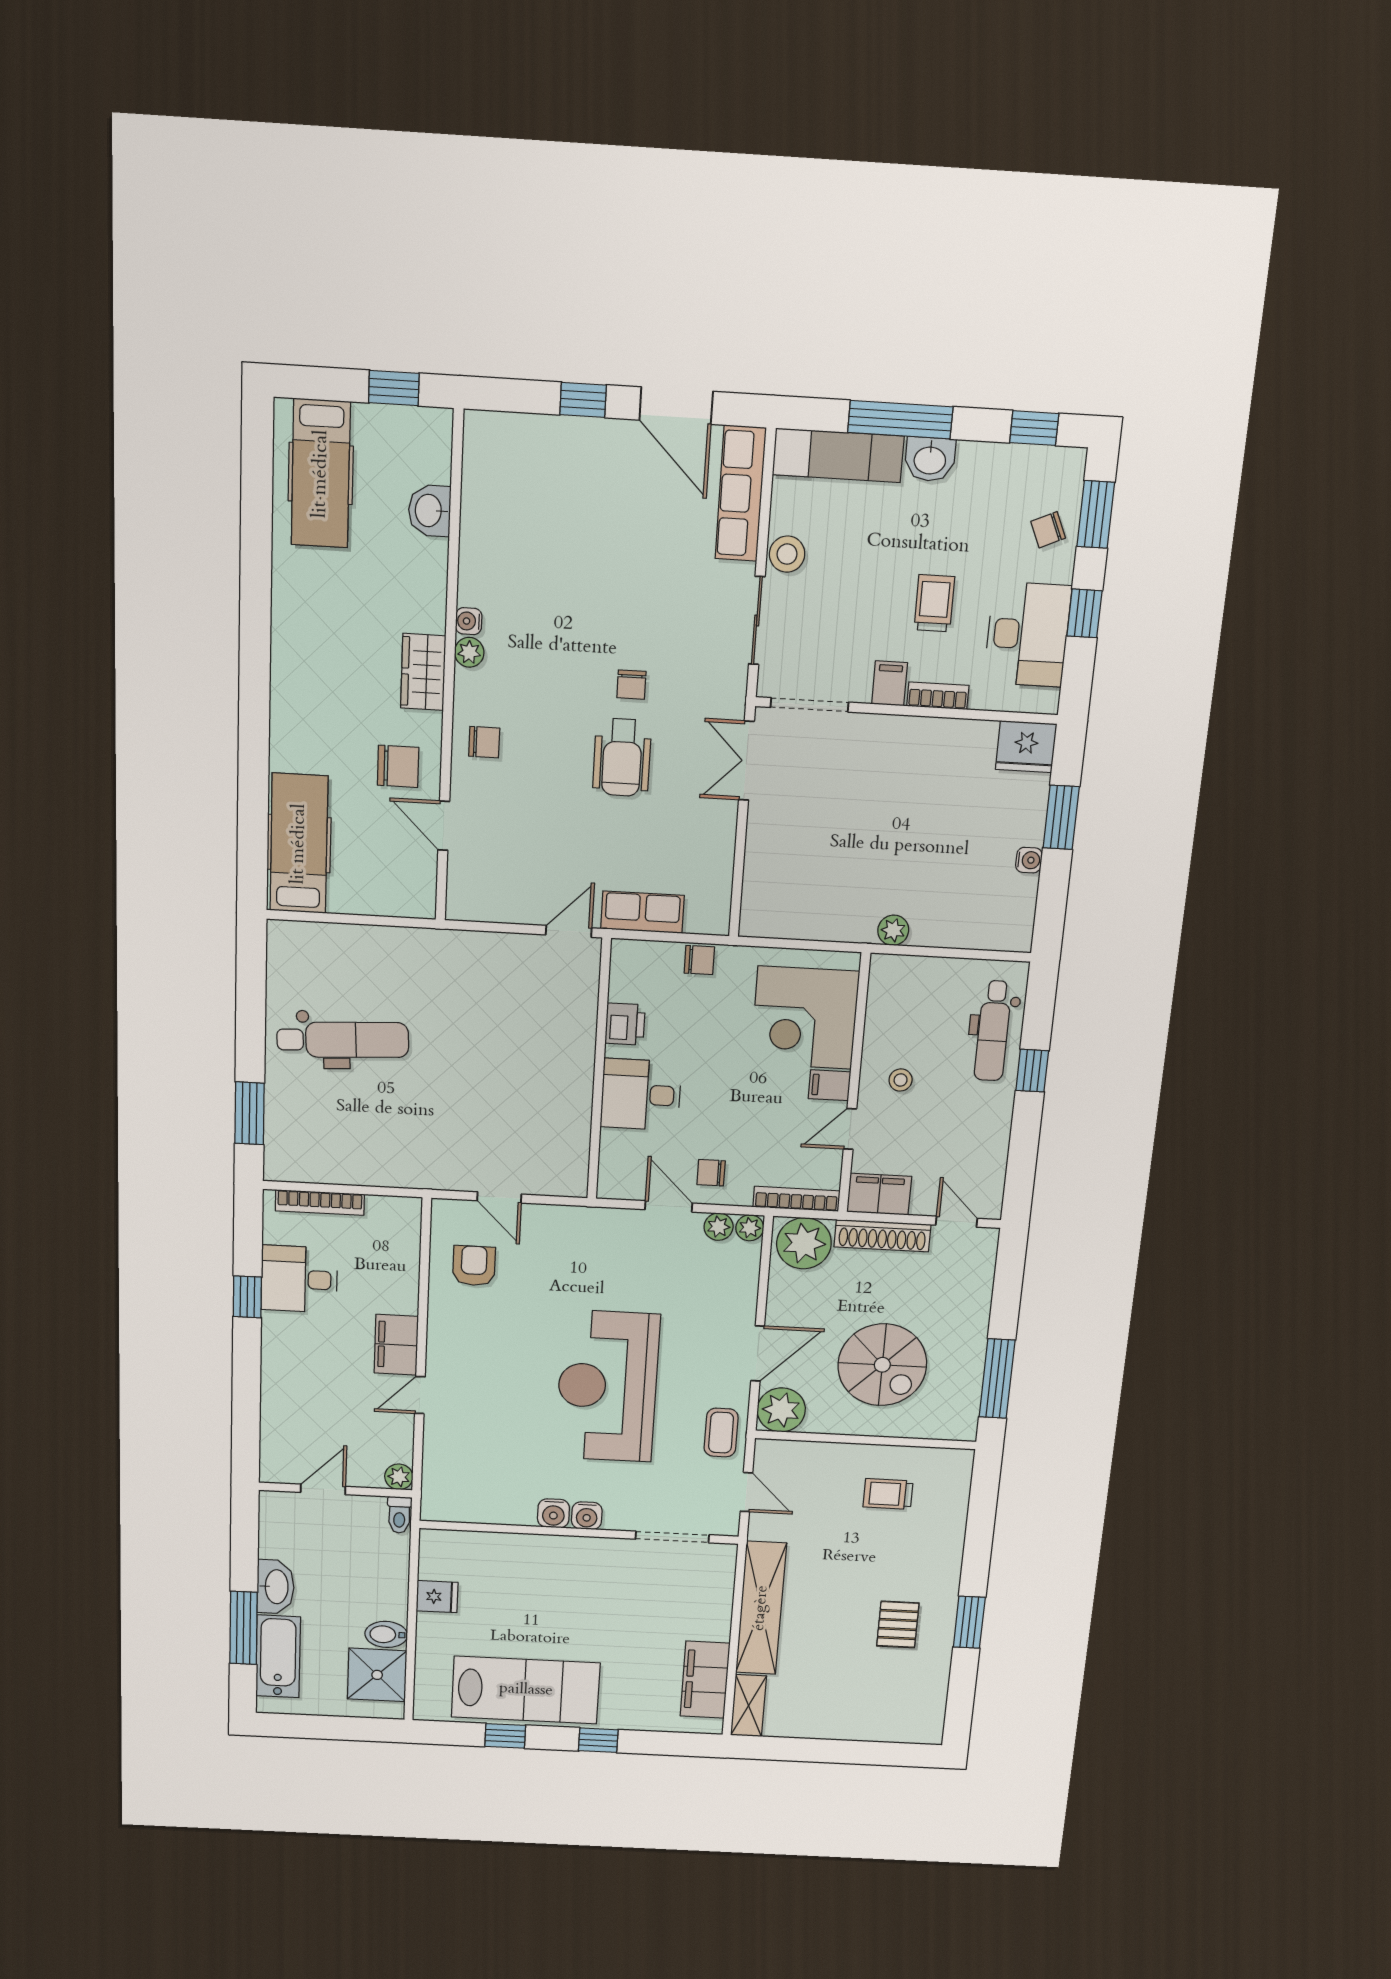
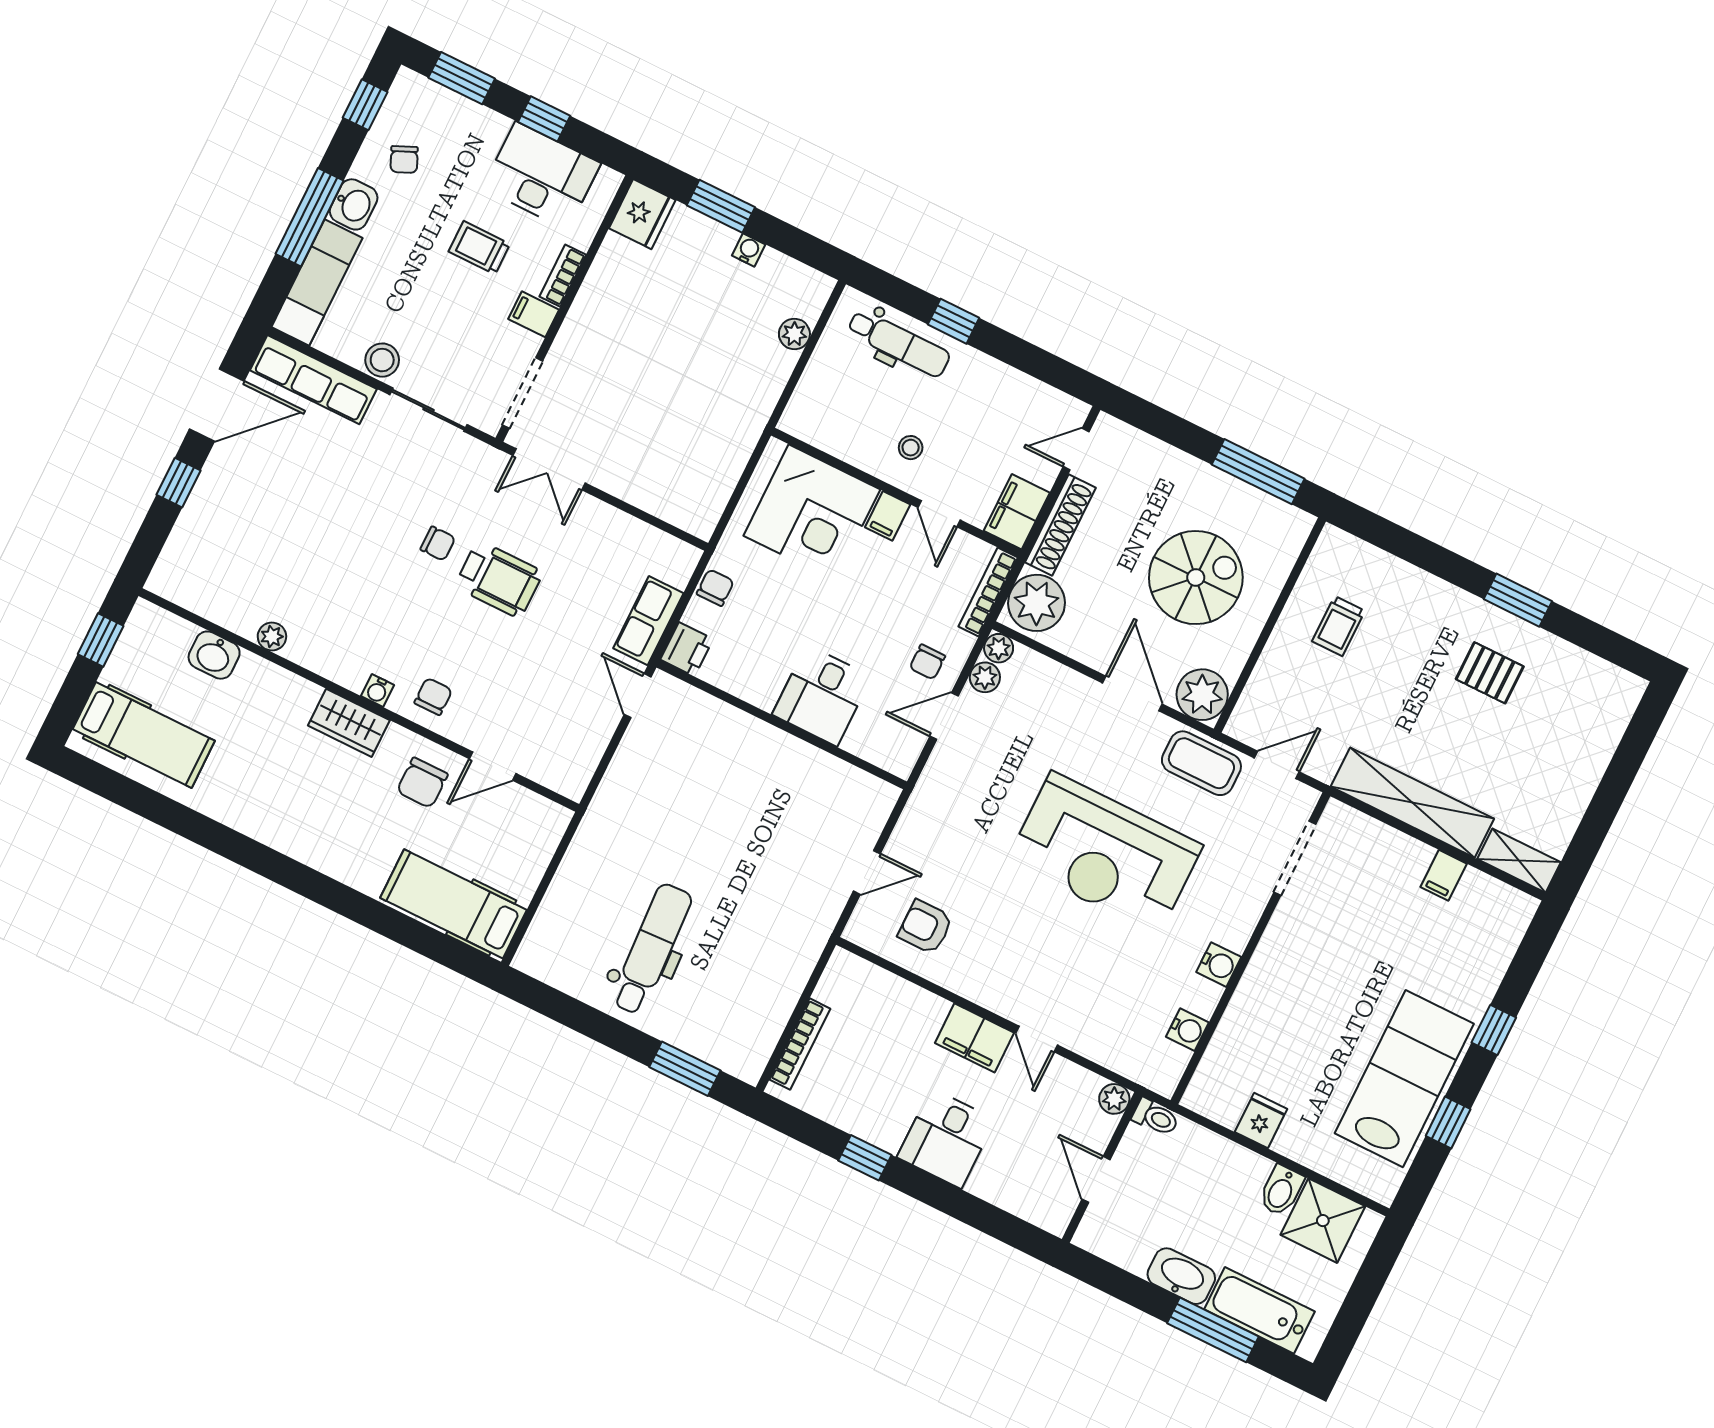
chair: (1048, 530) -> (404, 159), moved
water cooler: (469, 621) -> (378, 691), moved
plant: (469, 652) -> (272, 637), moved
chair: (398, 766) -> (422, 783), turned 180
plant: (893, 930) -> (794, 334), moved
printer: (625, 1024) -> (687, 649), moved, turned 90
desk: (299, 1279) -> (946, 1138), moved
coffee table: (721, 1433) -> (1201, 763), width x1.36, depth x1.30
water cooler: (587, 1516) -> (1187, 1030), moved
filing cabinet: (705, 1680) -> (1444, 875), width x0.33, depth x0.86

